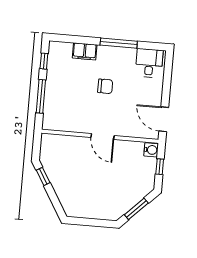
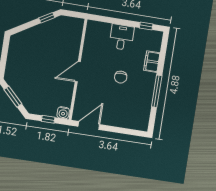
desk: (149, 63) -> (122, 37), moved, turned -90
window: (41, 96) -> (116, 21), removed

